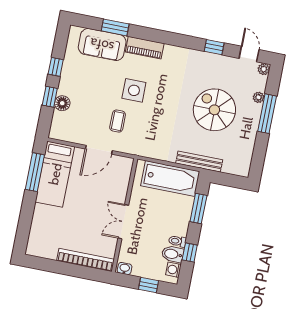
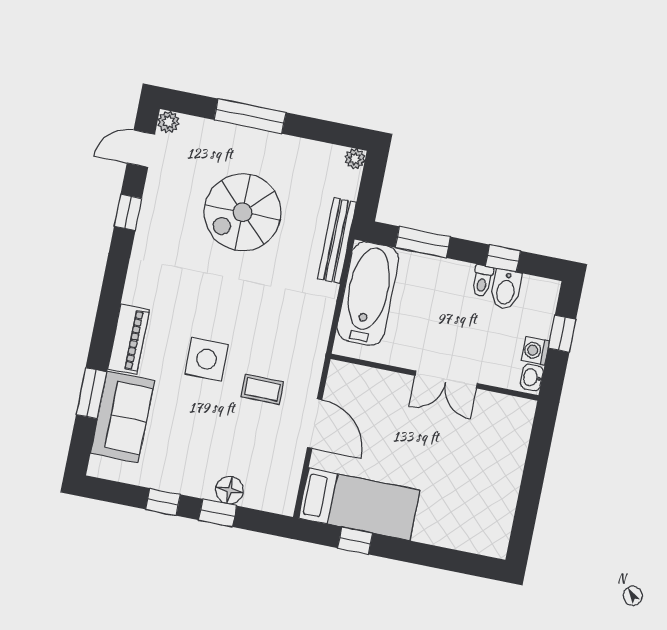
plant: (259, 97) -> (355, 159), moved
window: (35, 172) -> (355, 541), width x0.46
bookcase: (85, 260) -> (516, 449), removed
washing machine: (173, 270) -> (535, 351), moved, turned 90

